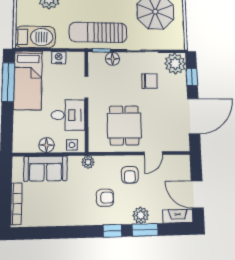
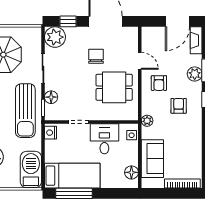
nightstand: (59, 58) -> (51, 133), moved
chair: (150, 81) -> (96, 56), moved
floor lamp: (47, 145) -> (131, 172), moved
armchair: (130, 175) -> (159, 83), turned 90

